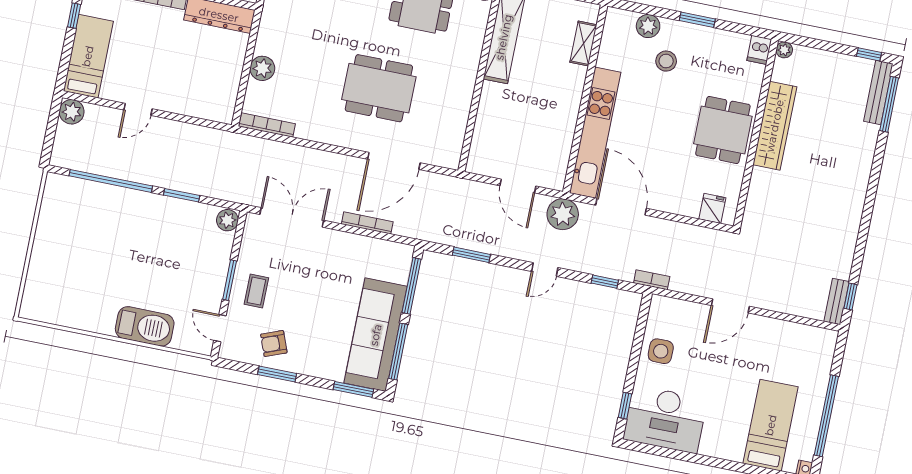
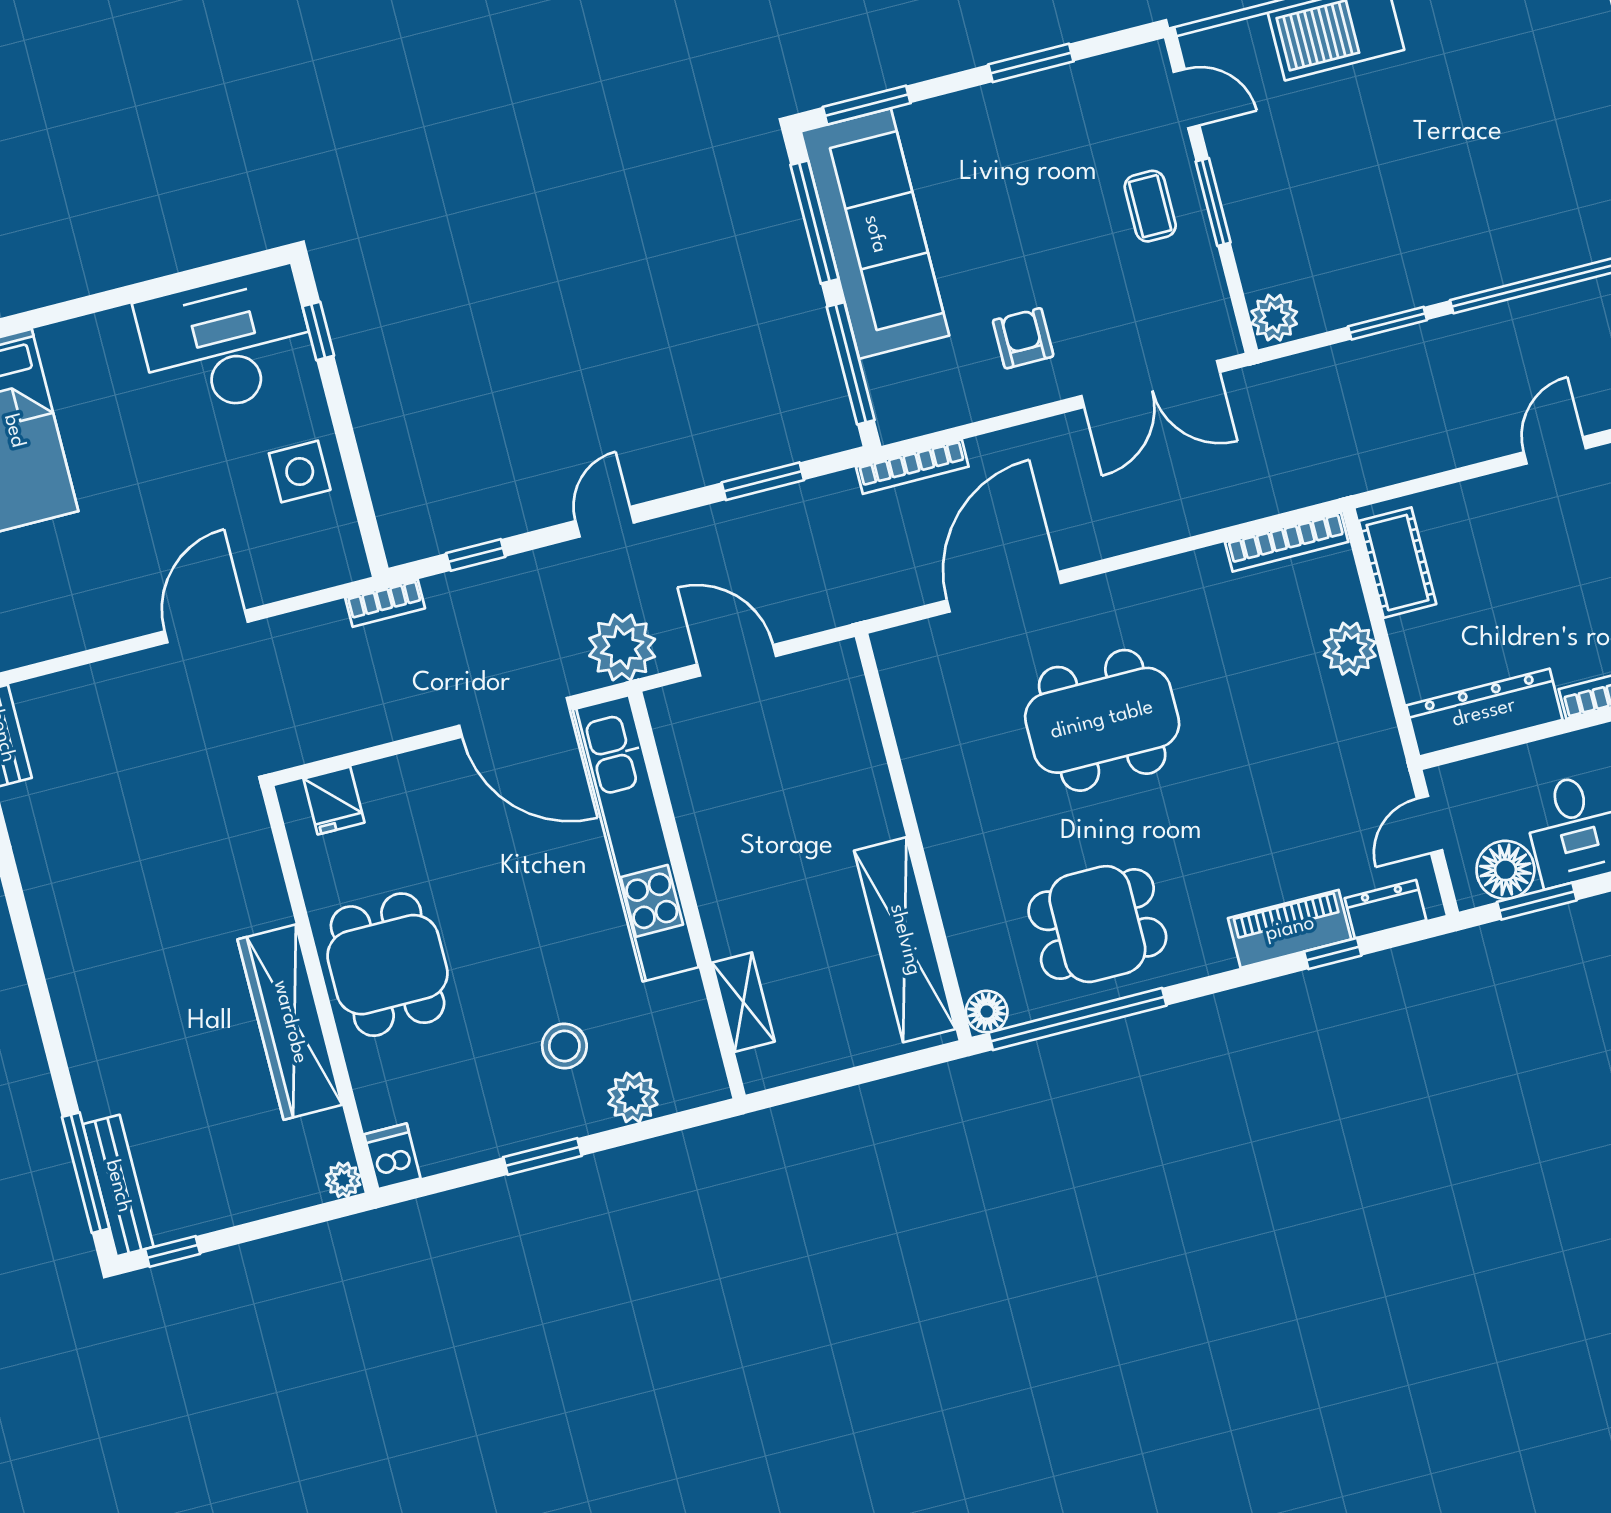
cot: (225, 94) -> (1397, 563), added
bookcase: (367, 223) -> (912, 467), moved
armchair: (274, 344) -> (1023, 338), moved, turned -69

